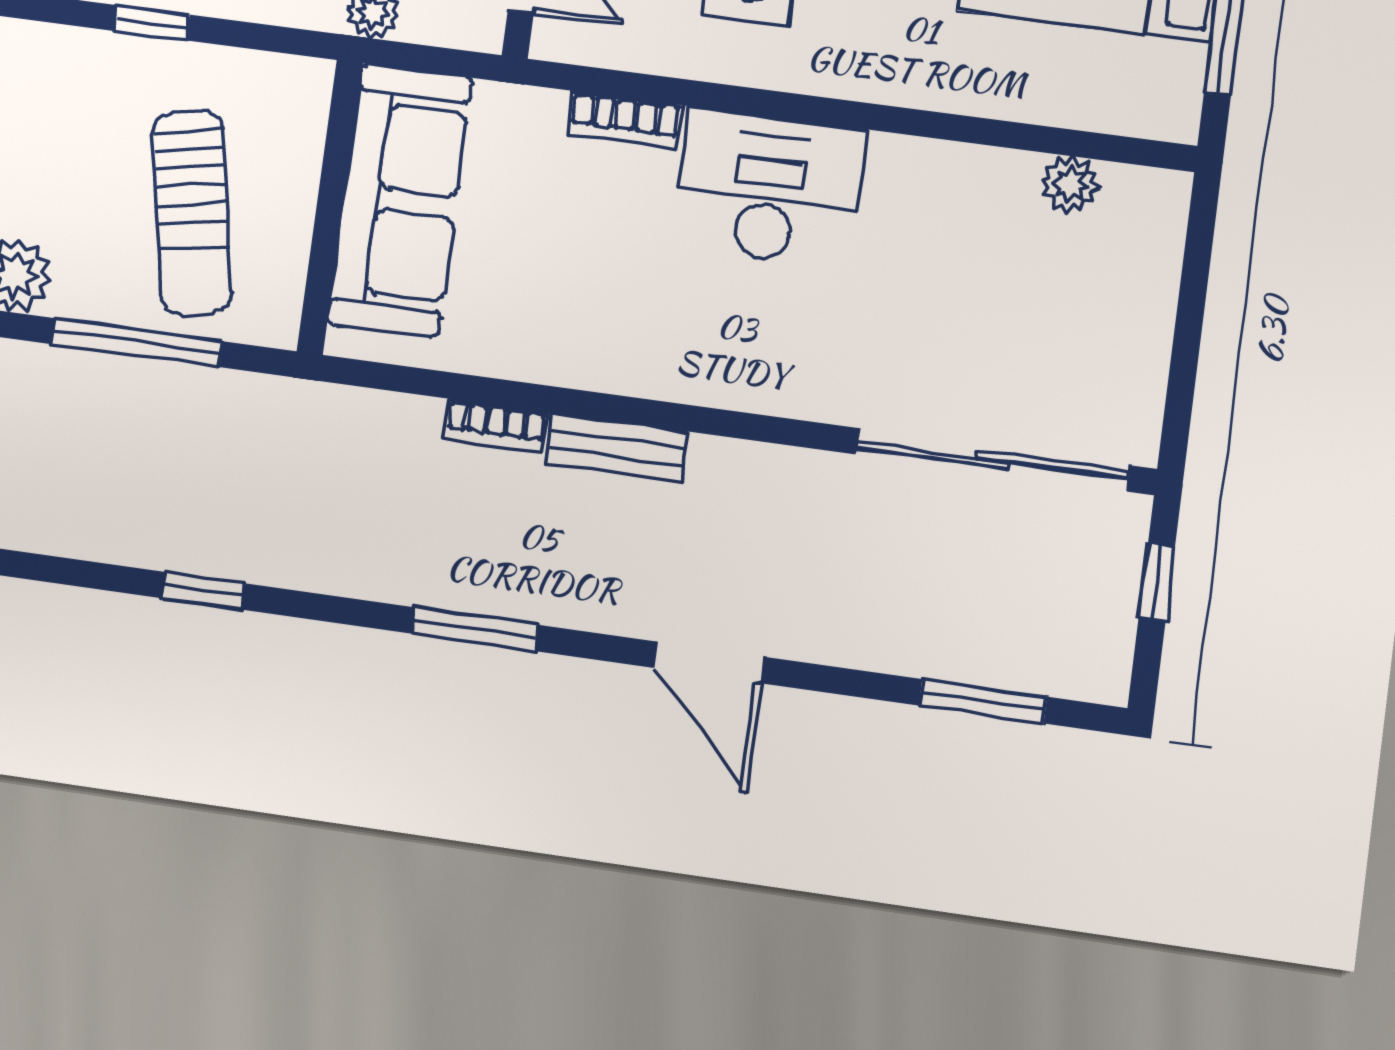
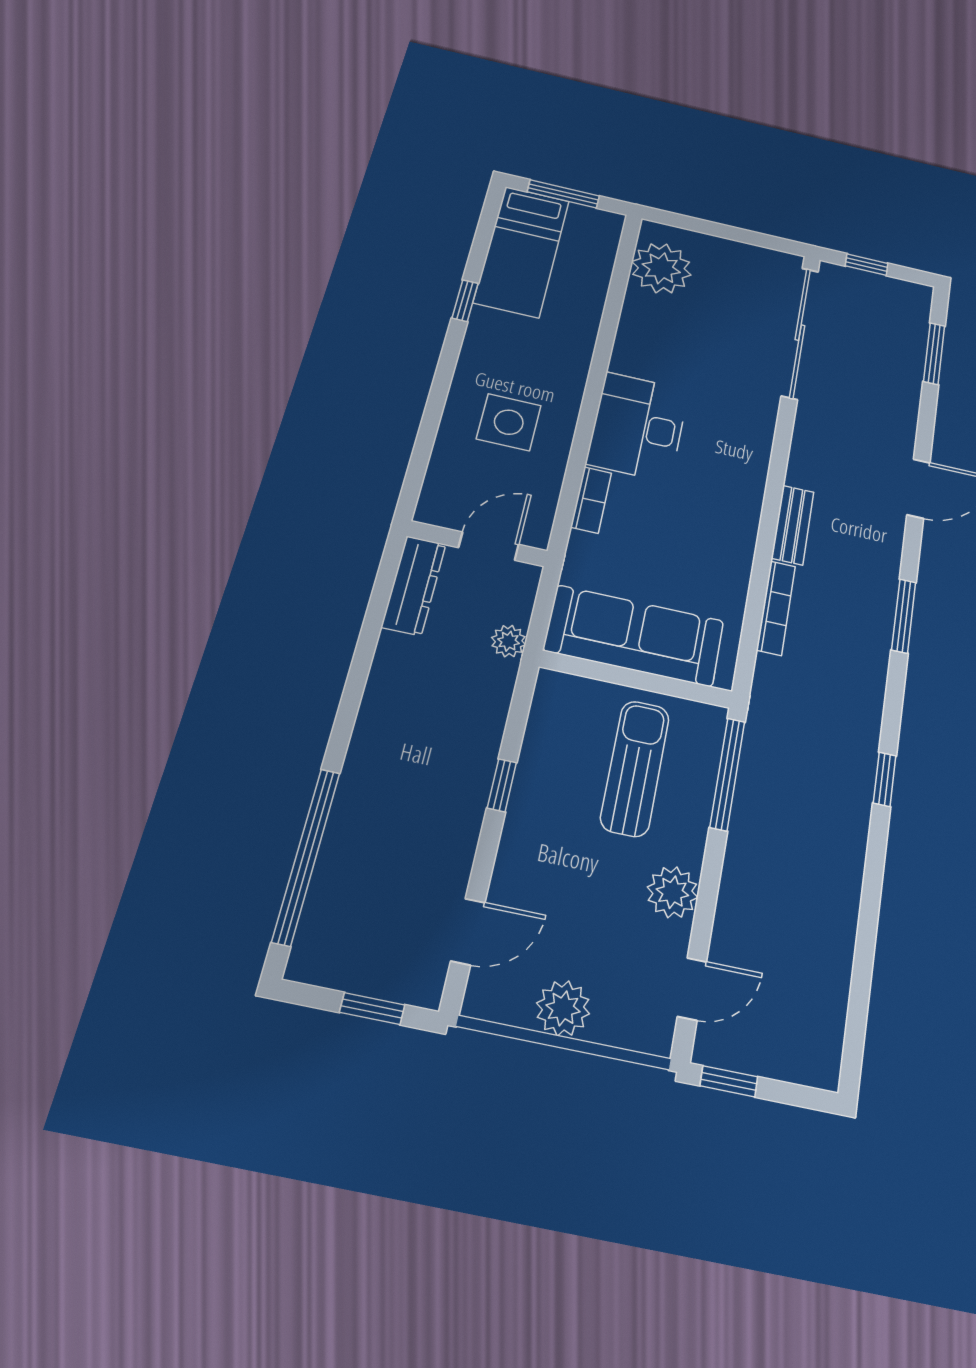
plant: (1070, 184) -> (661, 268), width x1.88, depth x1.88
sun lounger: (192, 213) -> (635, 768), turned -79
window: (136, 343) -> (727, 774), moved
bookcase: (496, 425) -> (776, 608), width x1.56

